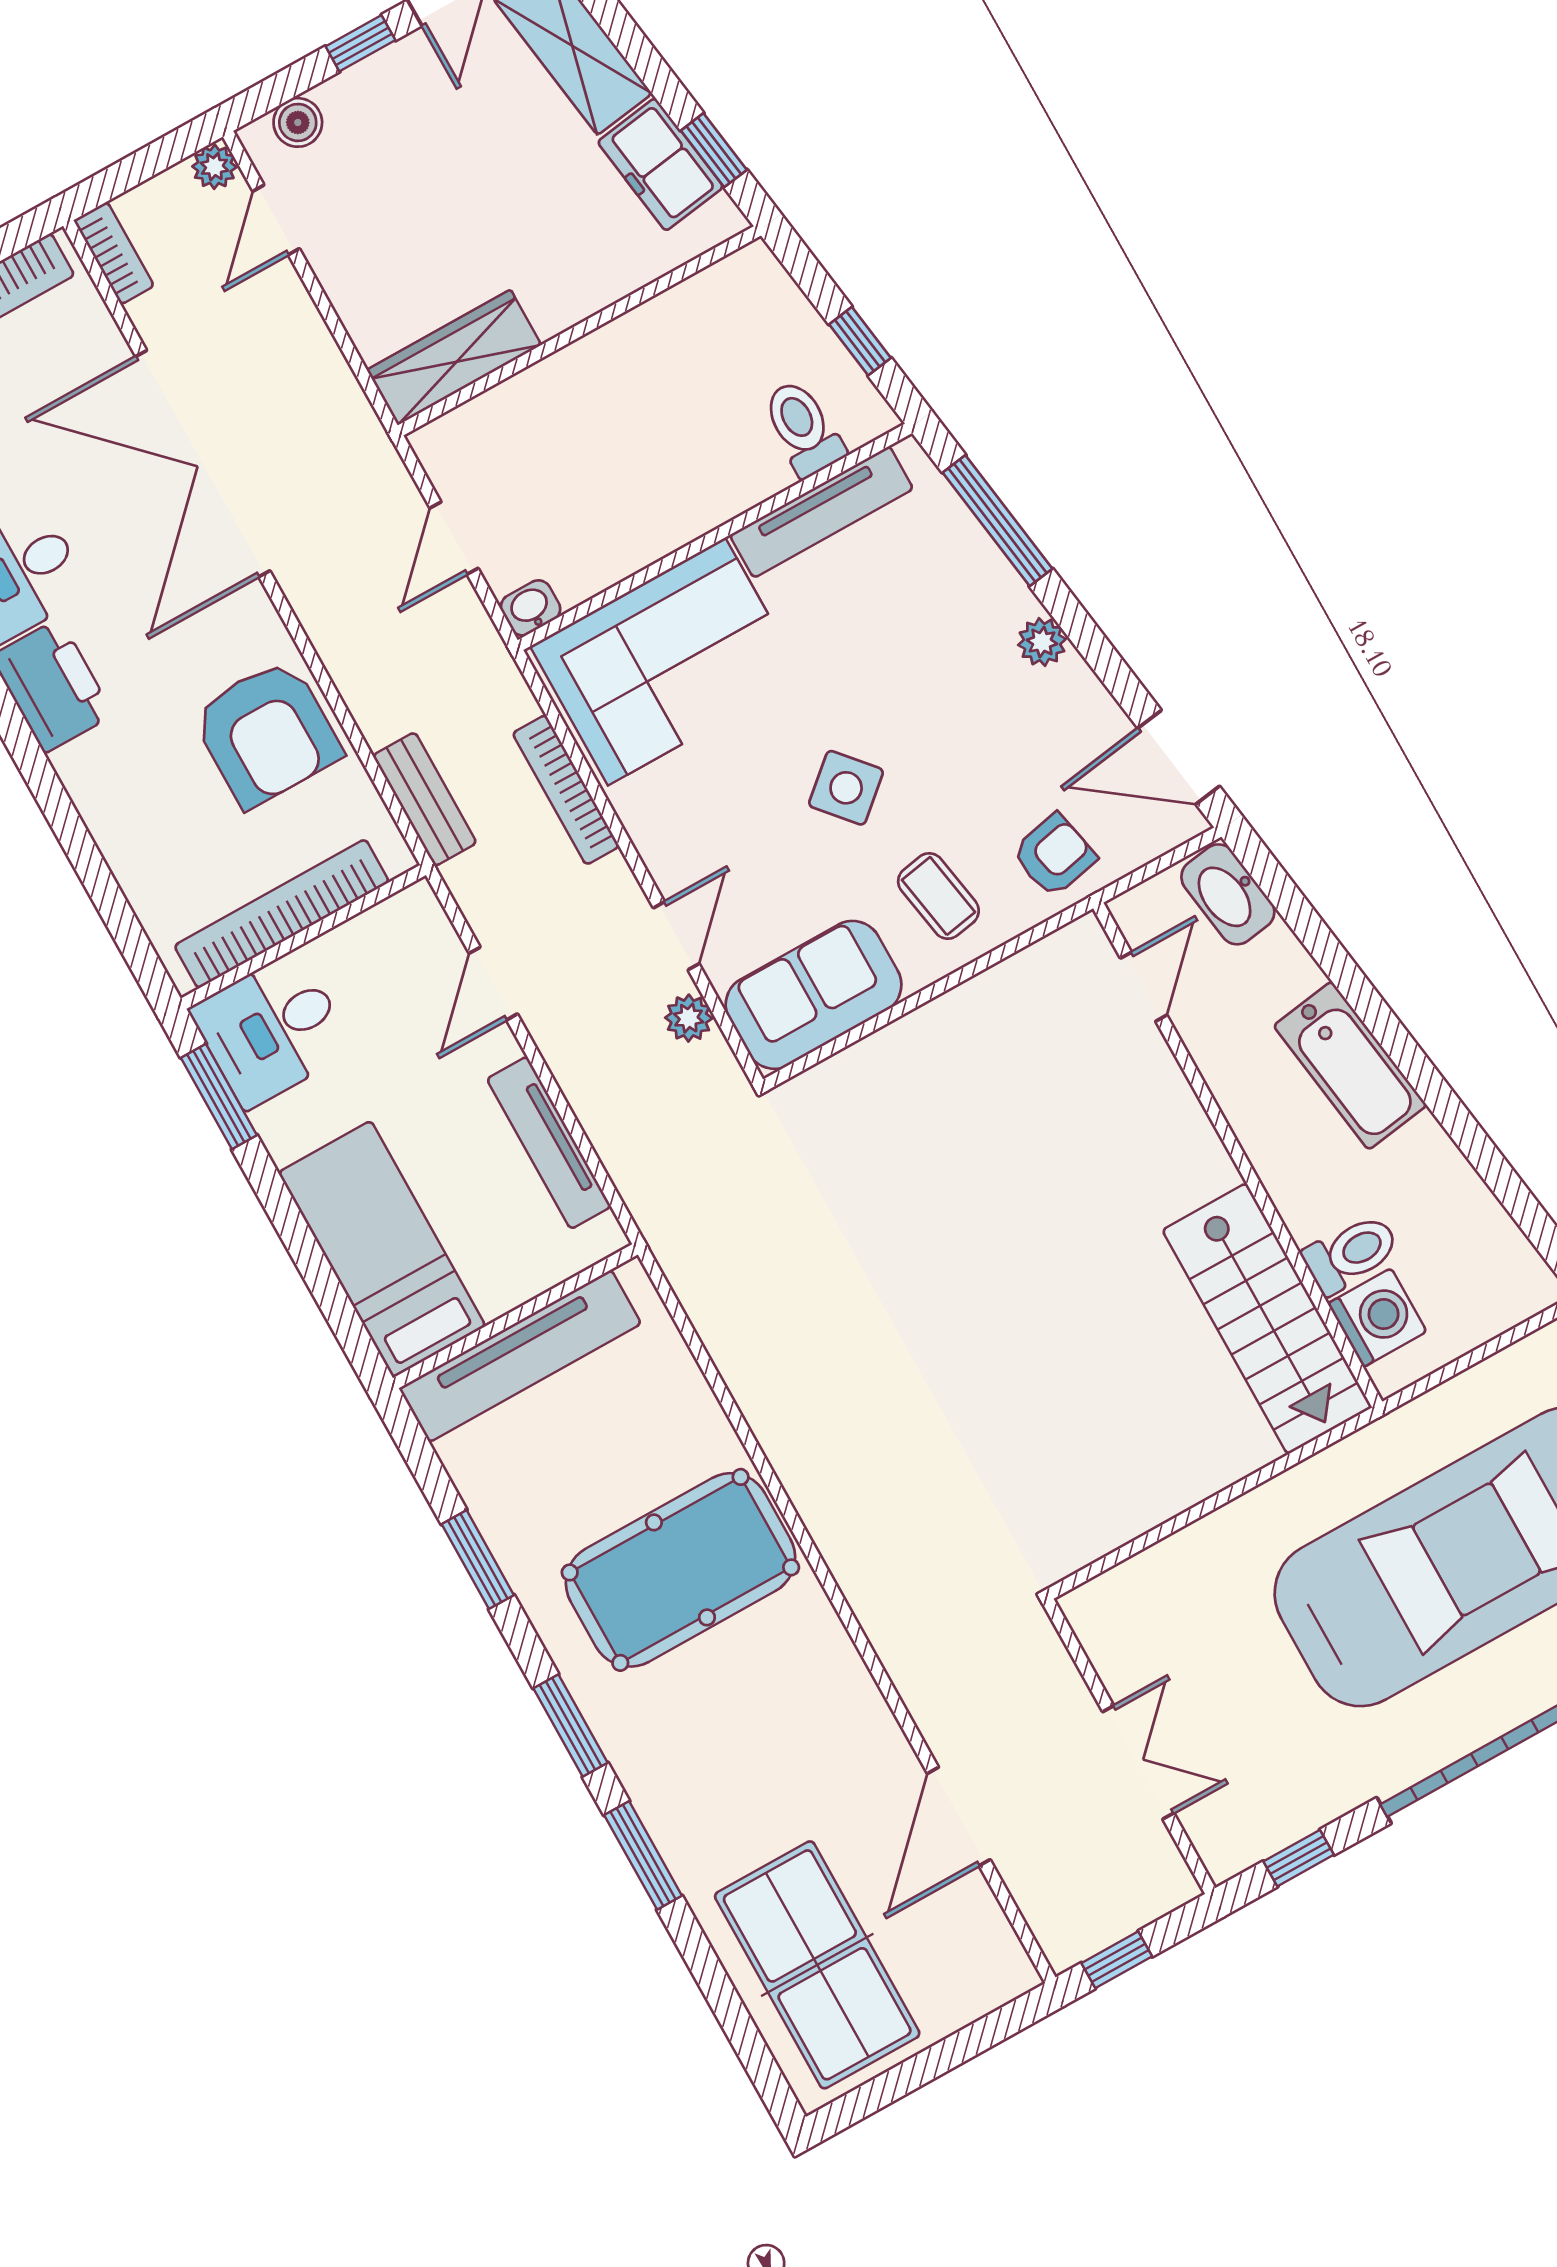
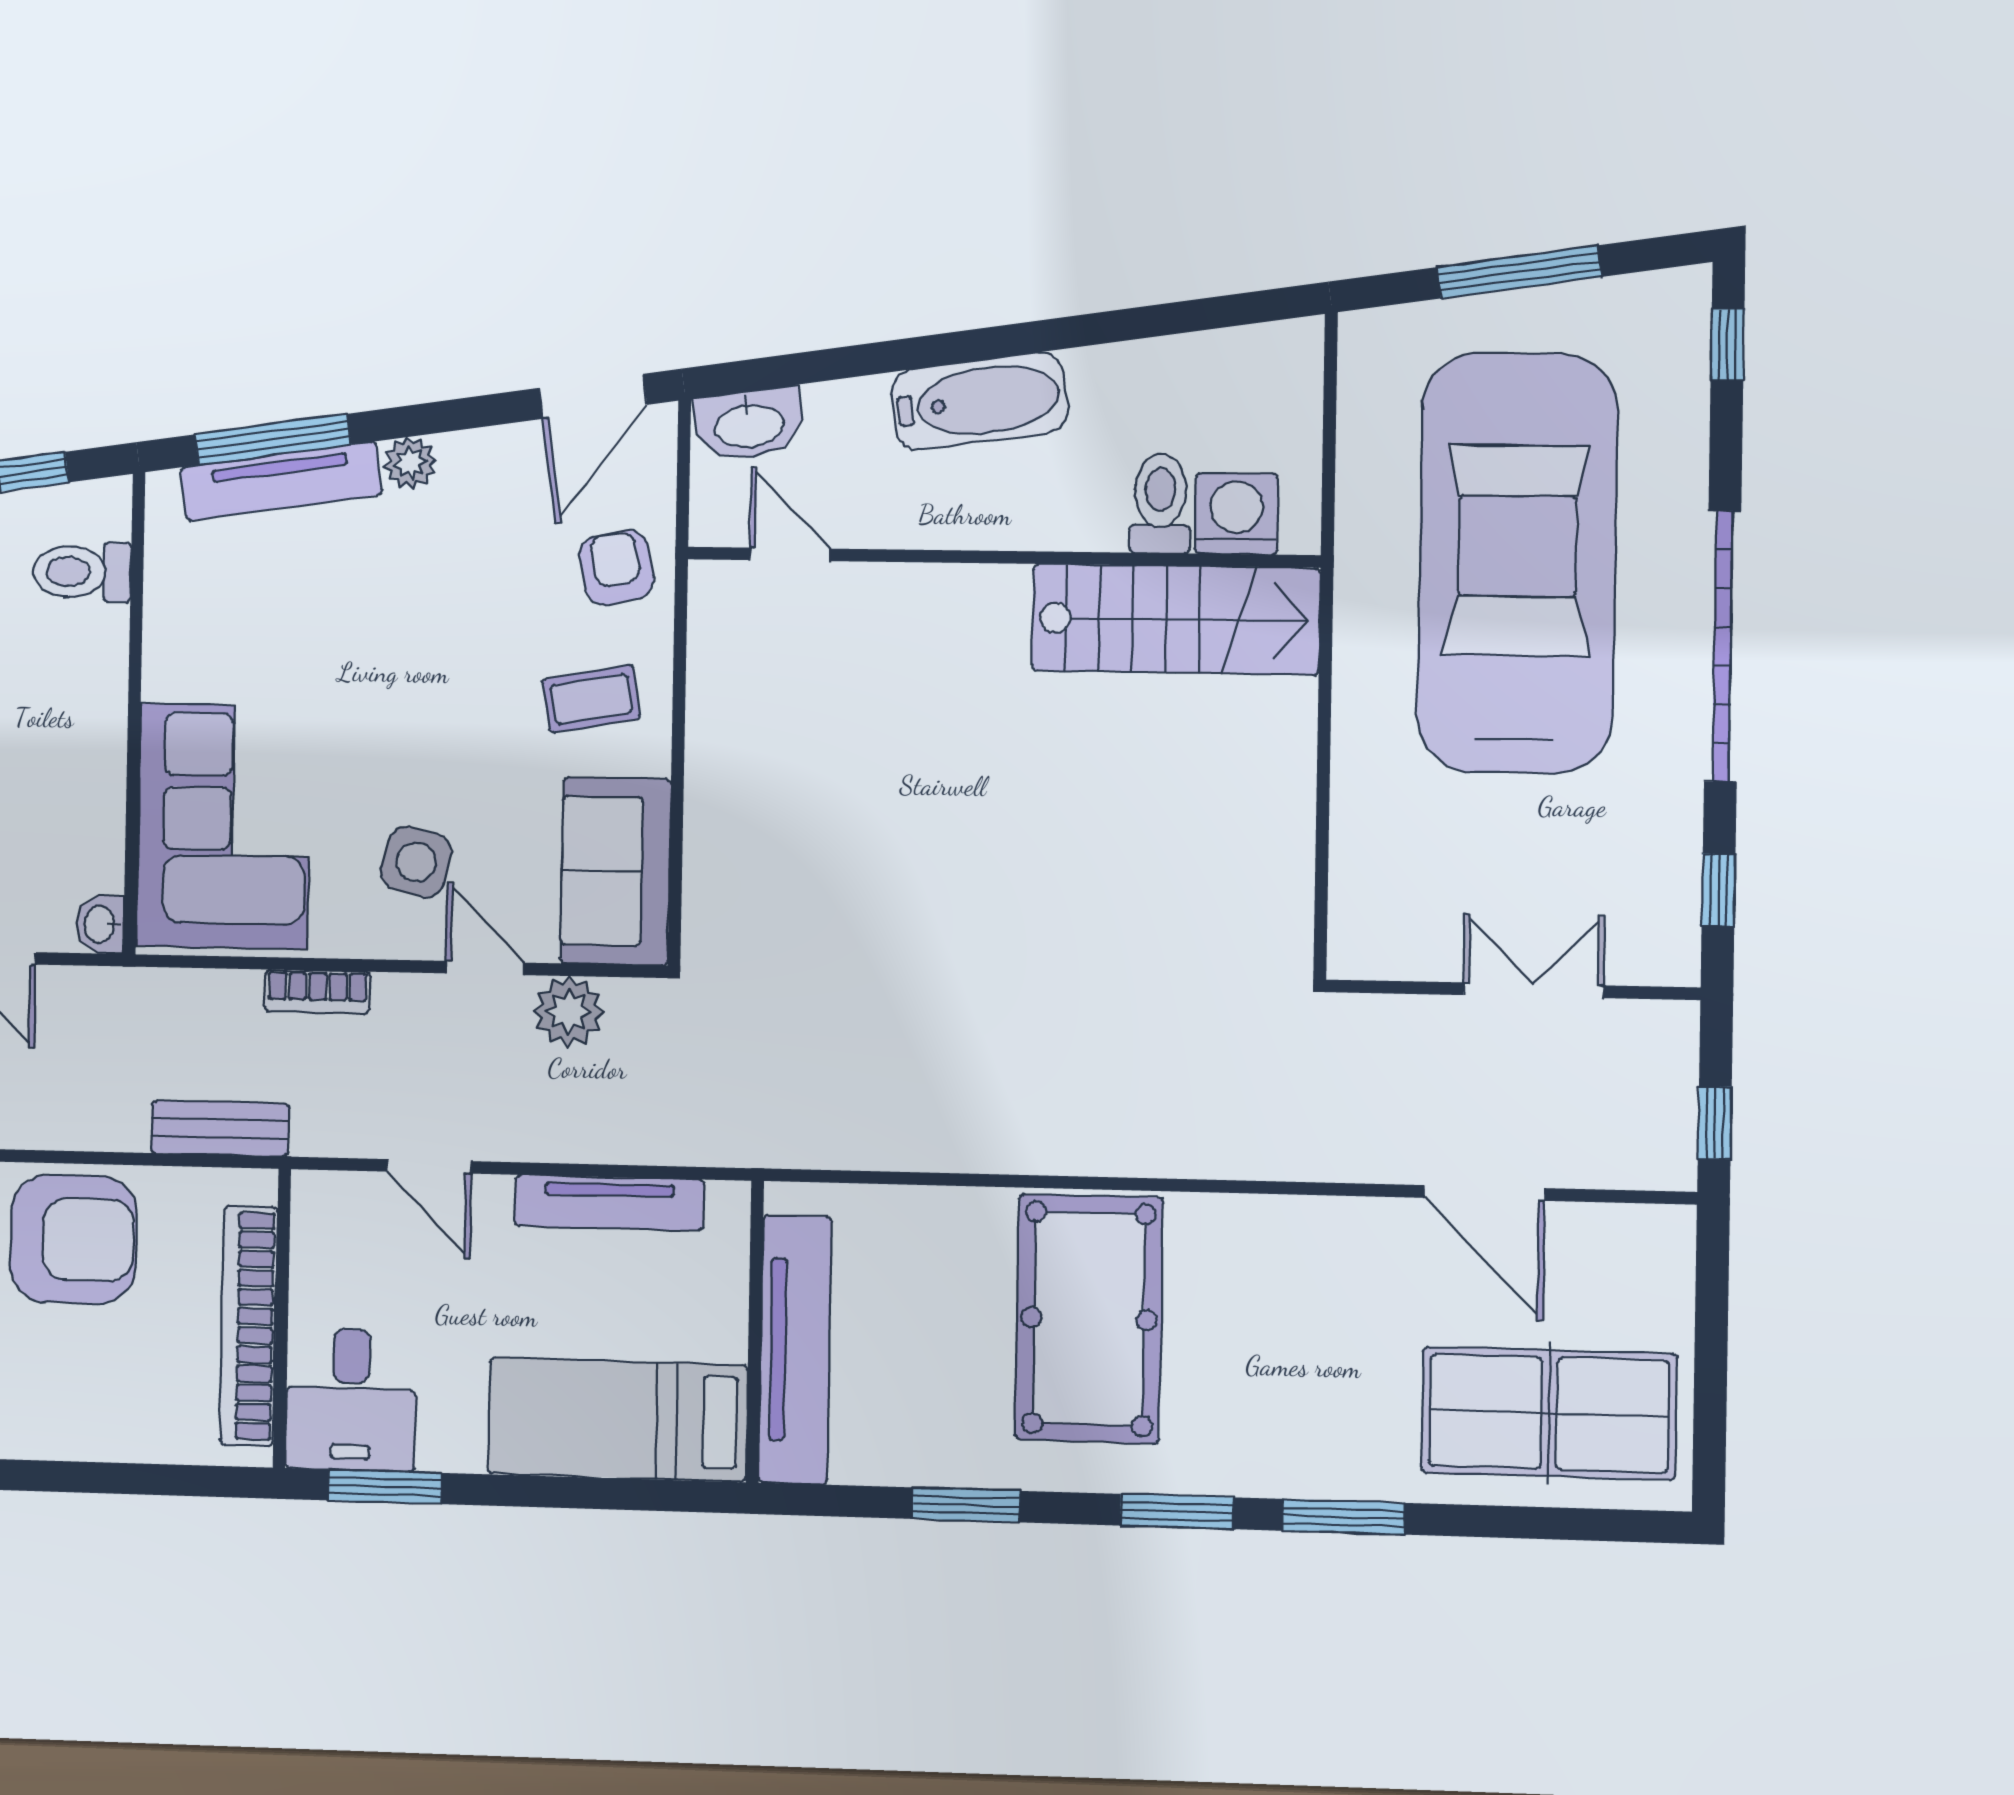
tv unit: (821, 512) -> (281, 481), moved, turned 82
side table: (846, 788) -> (416, 862), moved, turned -35
bookcase: (566, 790) -> (318, 992), width x0.64
plant: (689, 1018) -> (569, 1011), width x1.38, depth x1.38

